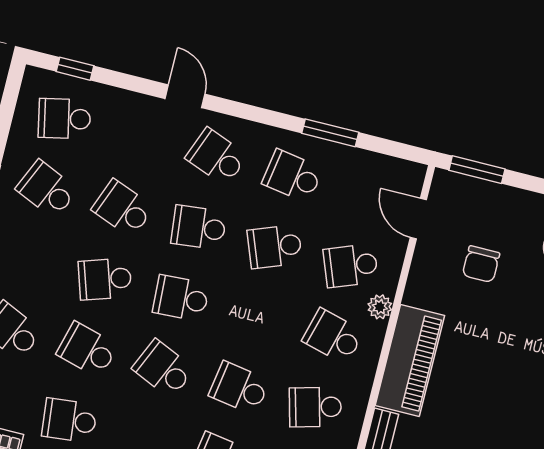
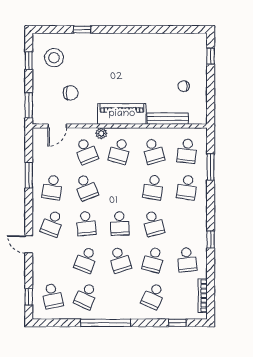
door: (185, 96) -> (29, 244), hinge flipped
school desk: (163, 369) -> (153, 224), turned -39

